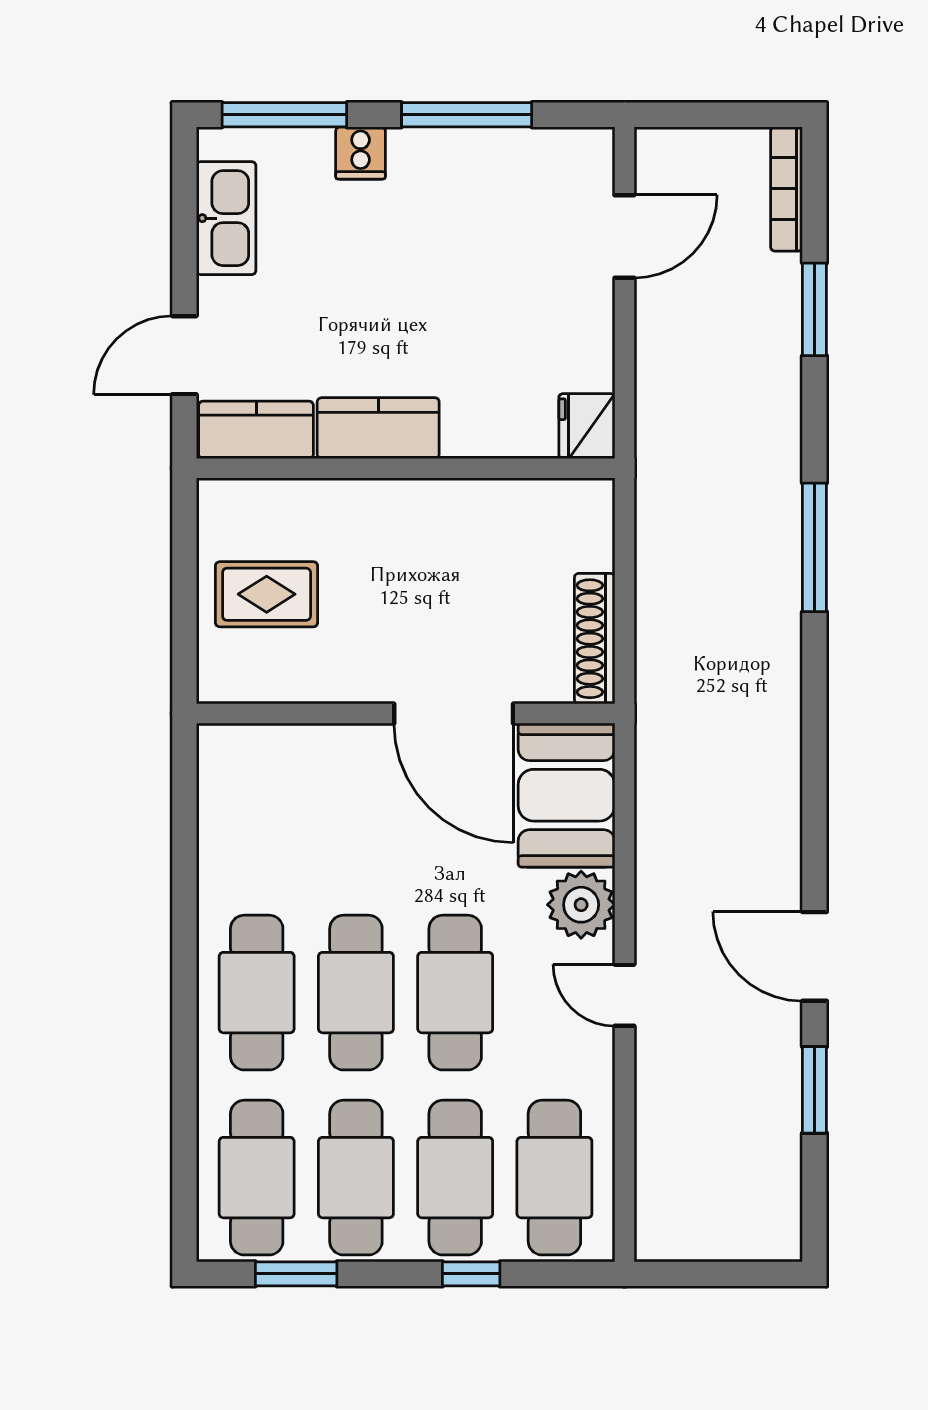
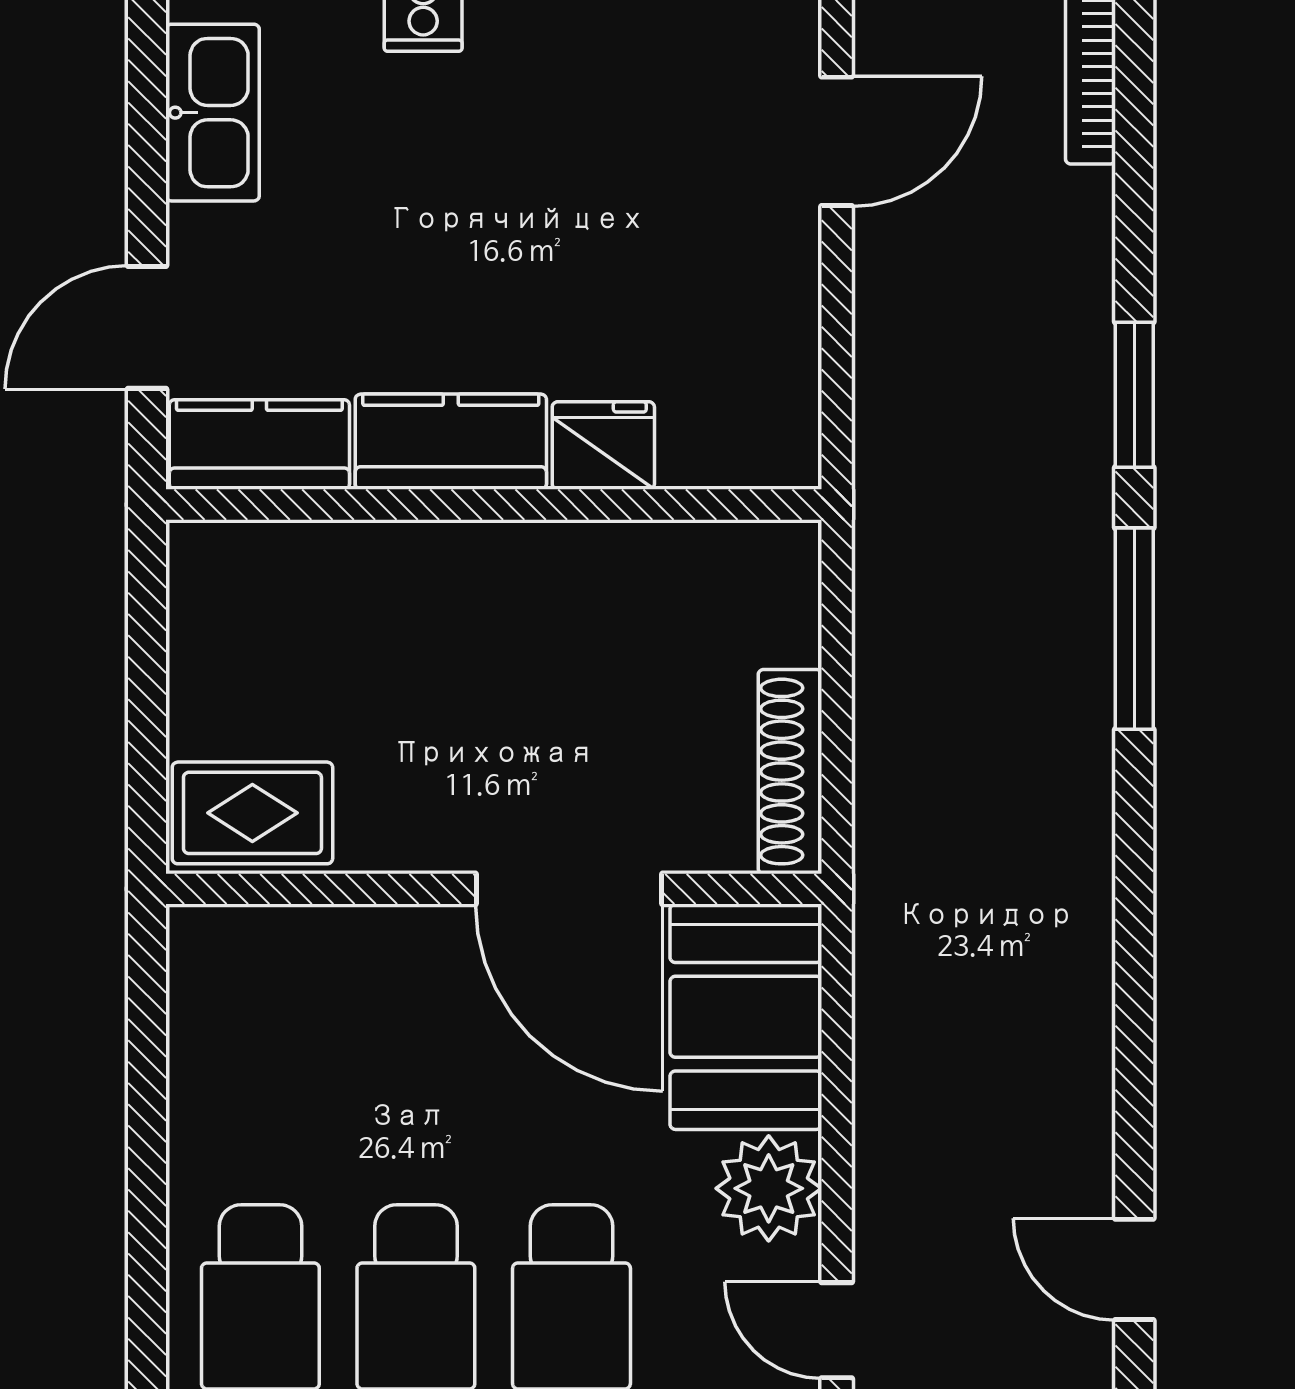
window: (814, 309) -> (1134, 395), moved
fridge: (587, 426) -> (603, 446), moved, turned 90
rug: (267, 594) -> (252, 813), moved
door: (814, 956) -> (1134, 1269), width x0.73

